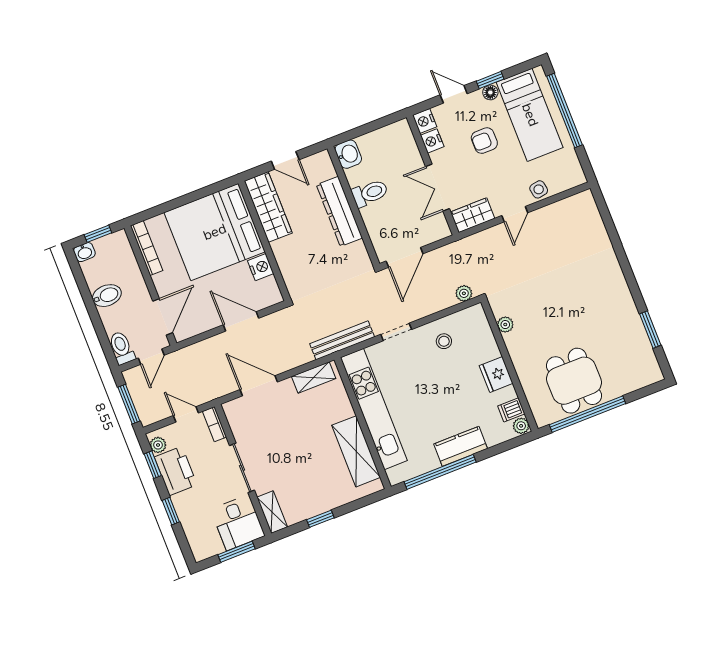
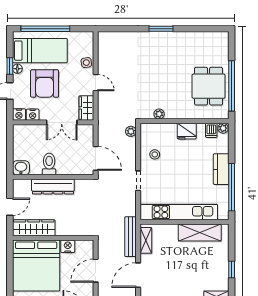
armchair: (484, 141) -> (45, 84), width x1.88, depth x1.88
window: (650, 330) -> (161, 29), moved
bench: (342, 340) -> (130, 237), moved
dining table: (574, 381) -> (209, 86), turned 90

